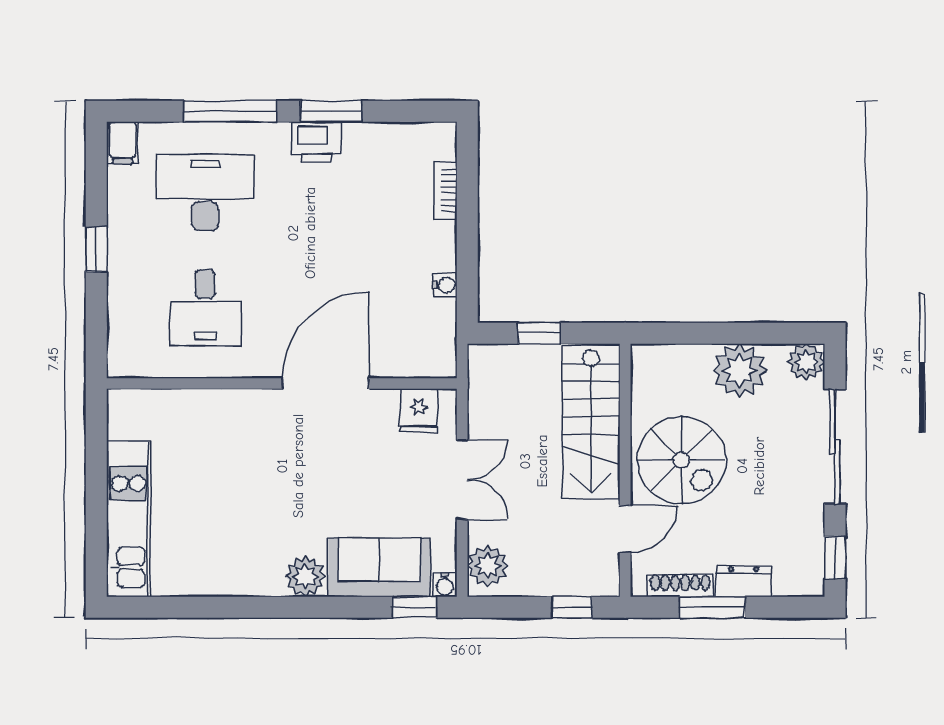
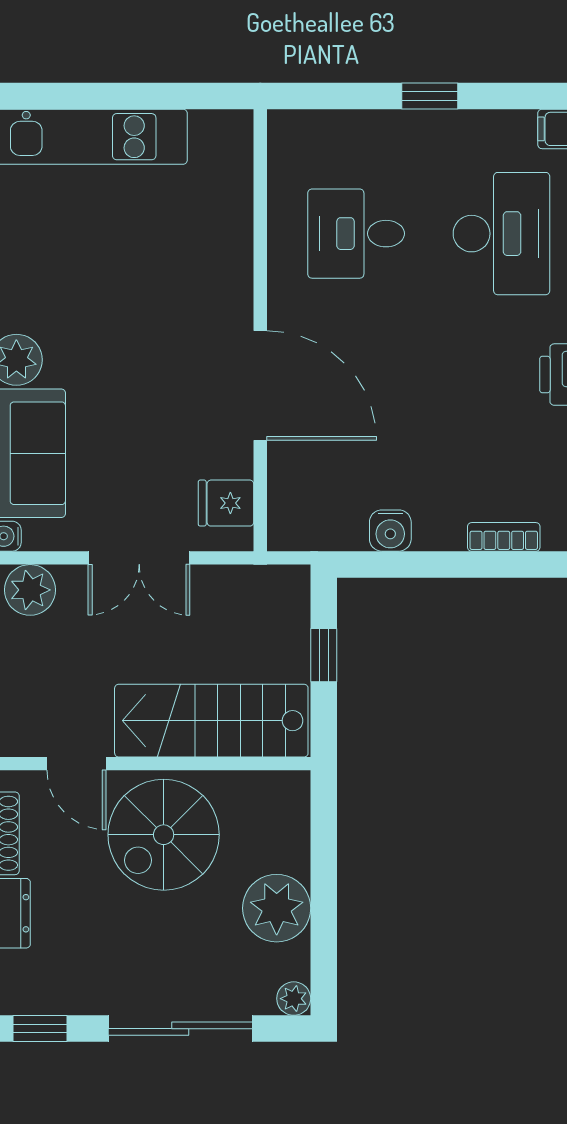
water cooler: (445, 285) -> (390, 531), width x1.38, depth x1.38
plant: (806, 362) -> (294, 999), width x0.73, depth x0.73

